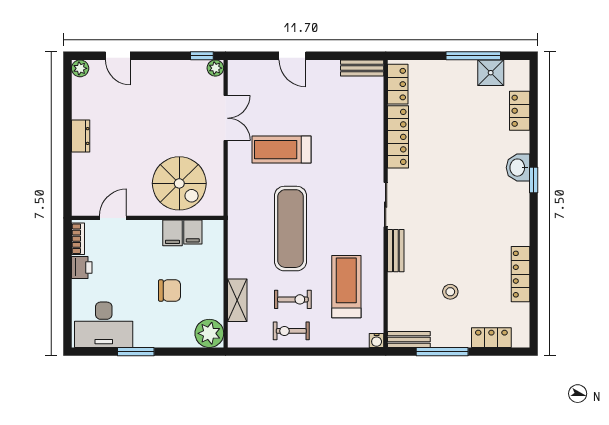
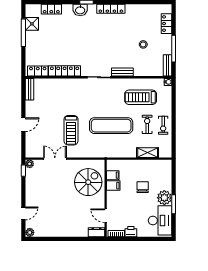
dresser: (81, 136) -> (97, 232), moved
locker: (520, 274) -> (111, 9), moved
plant: (209, 333) -> (164, 198), moved

